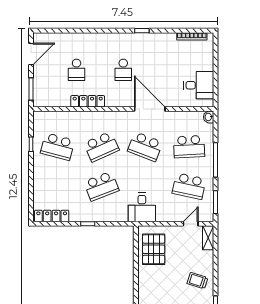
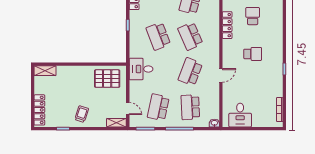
school desk: (77, 70) -> (253, 16), turned 90
school desk: (123, 70) -> (253, 54), turned 180
door: (150, 109) -> (221, 75), width x0.53

